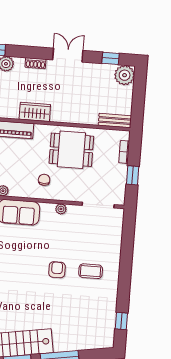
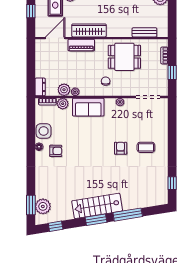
wardrobe: (35, 112) -> (89, 30), width x1.50
bench: (115, 121) -> (144, 32), moved

